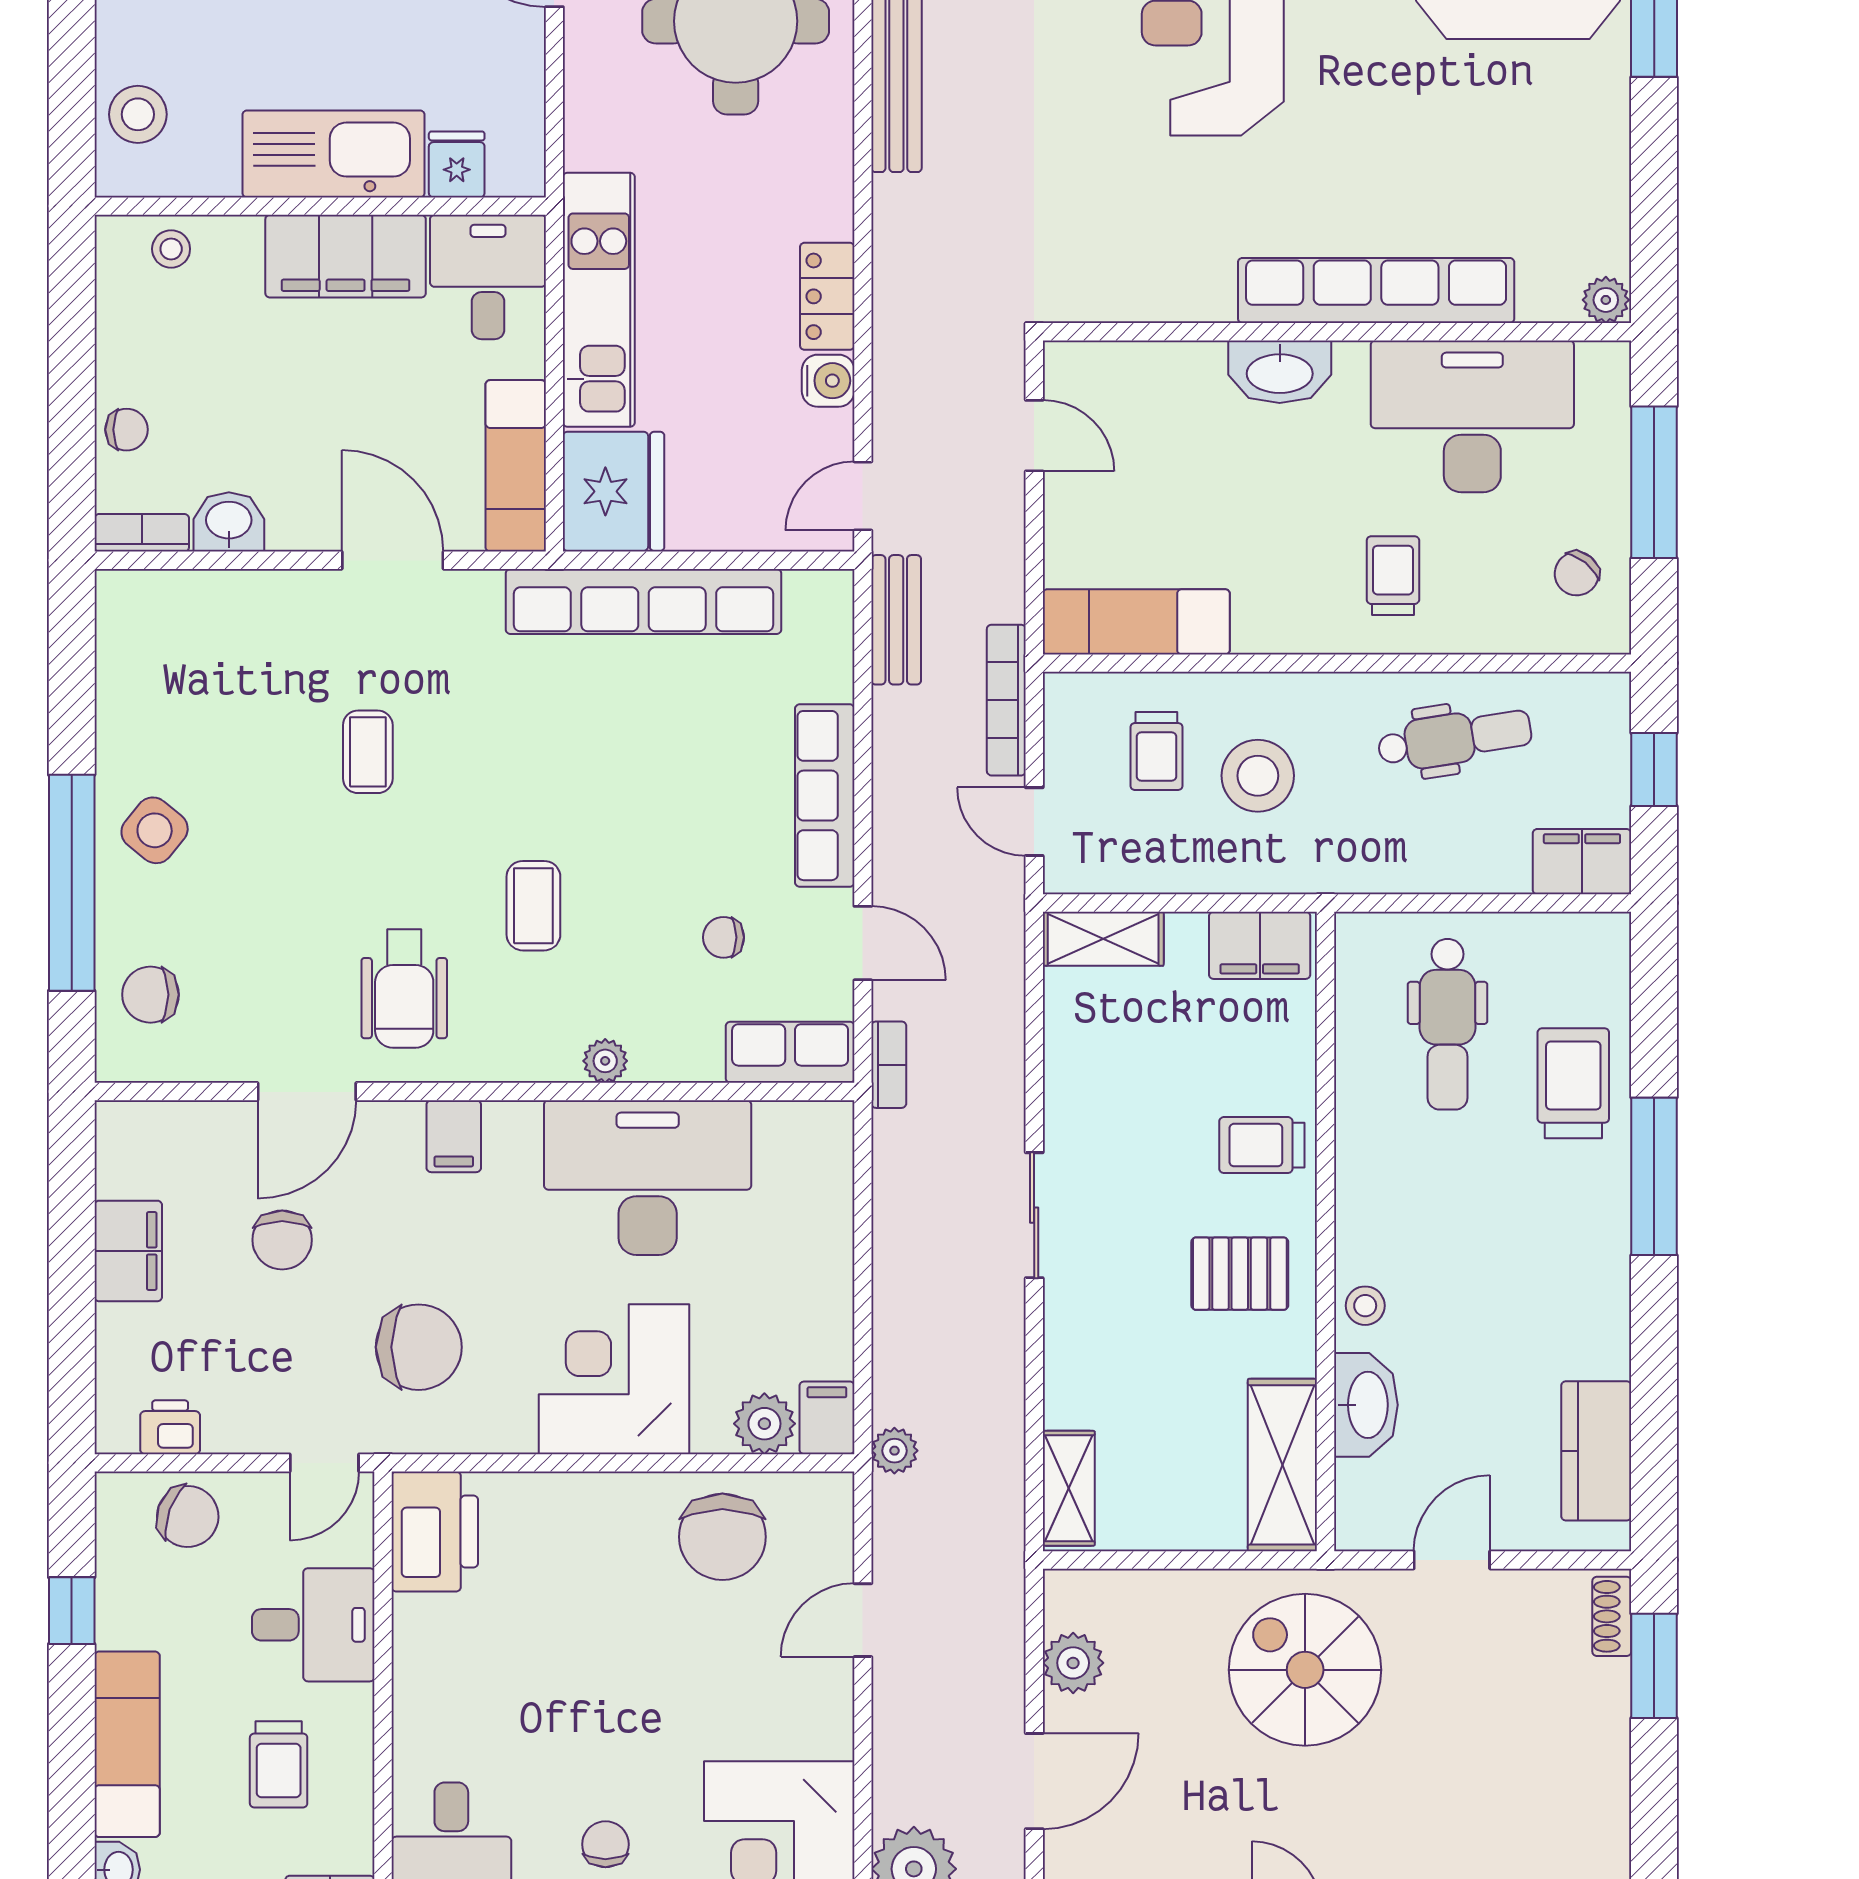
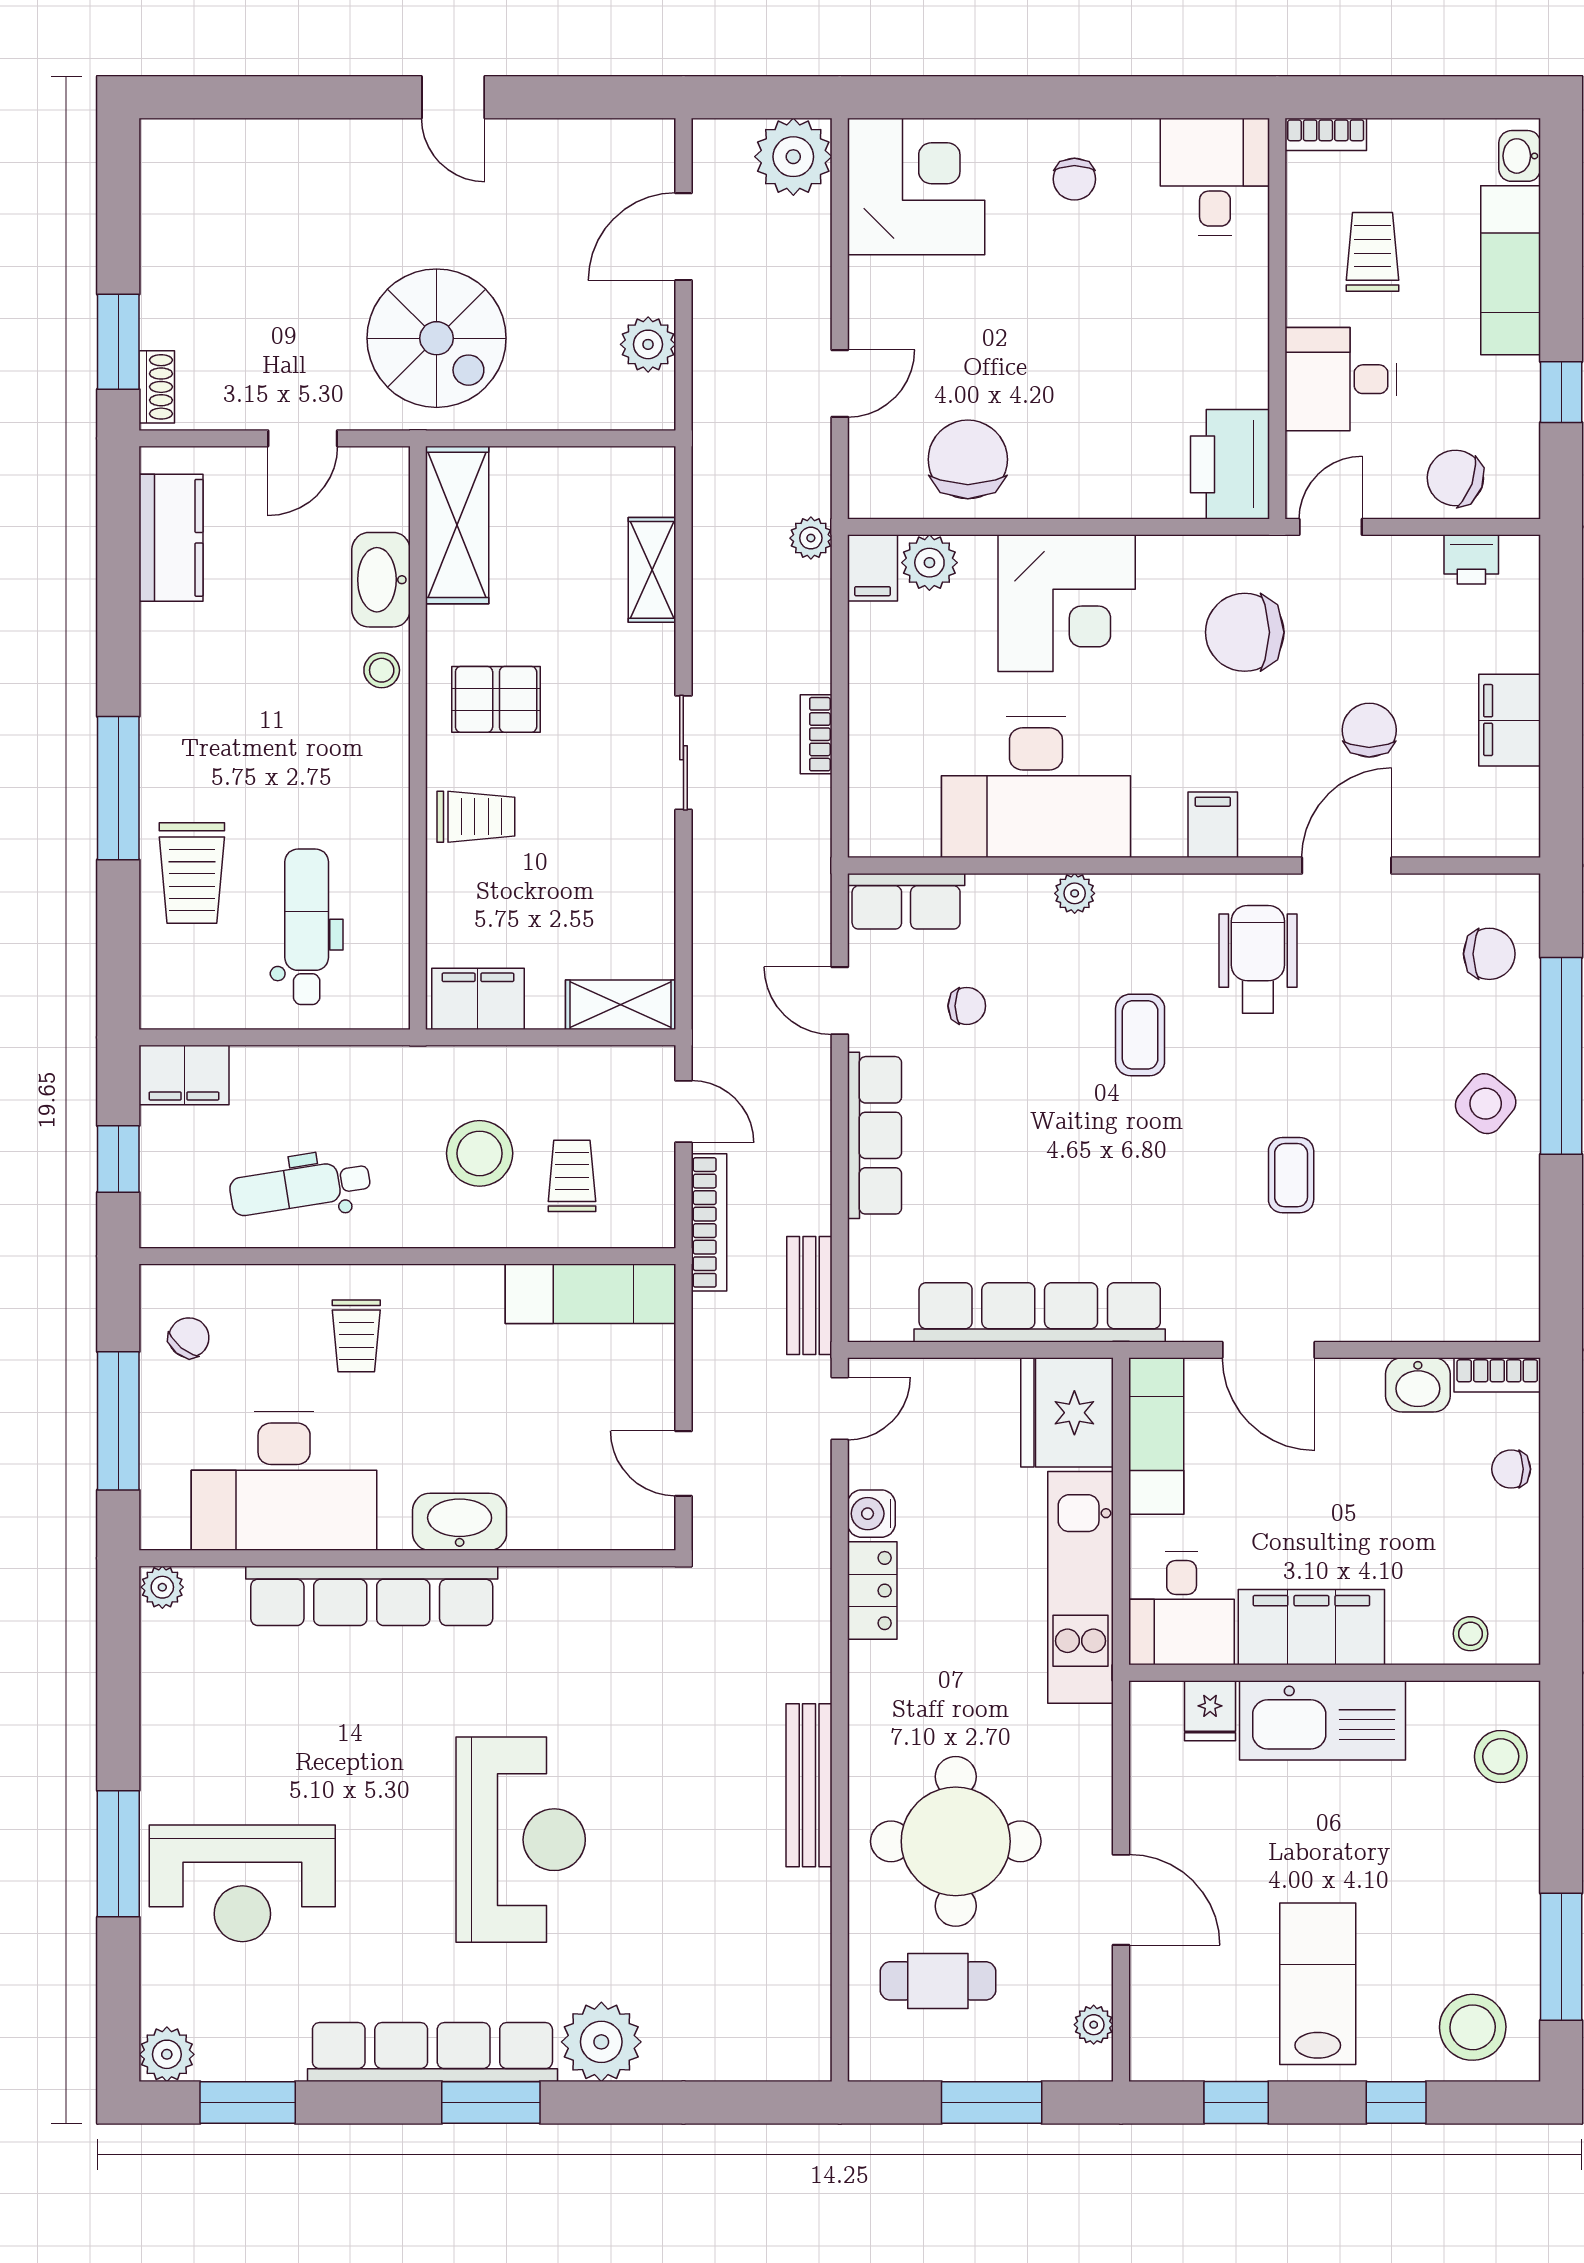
bookcase: (889, 1065) -> (816, 734), moved
shelving: (1069, 1488) -> (652, 570), moved

